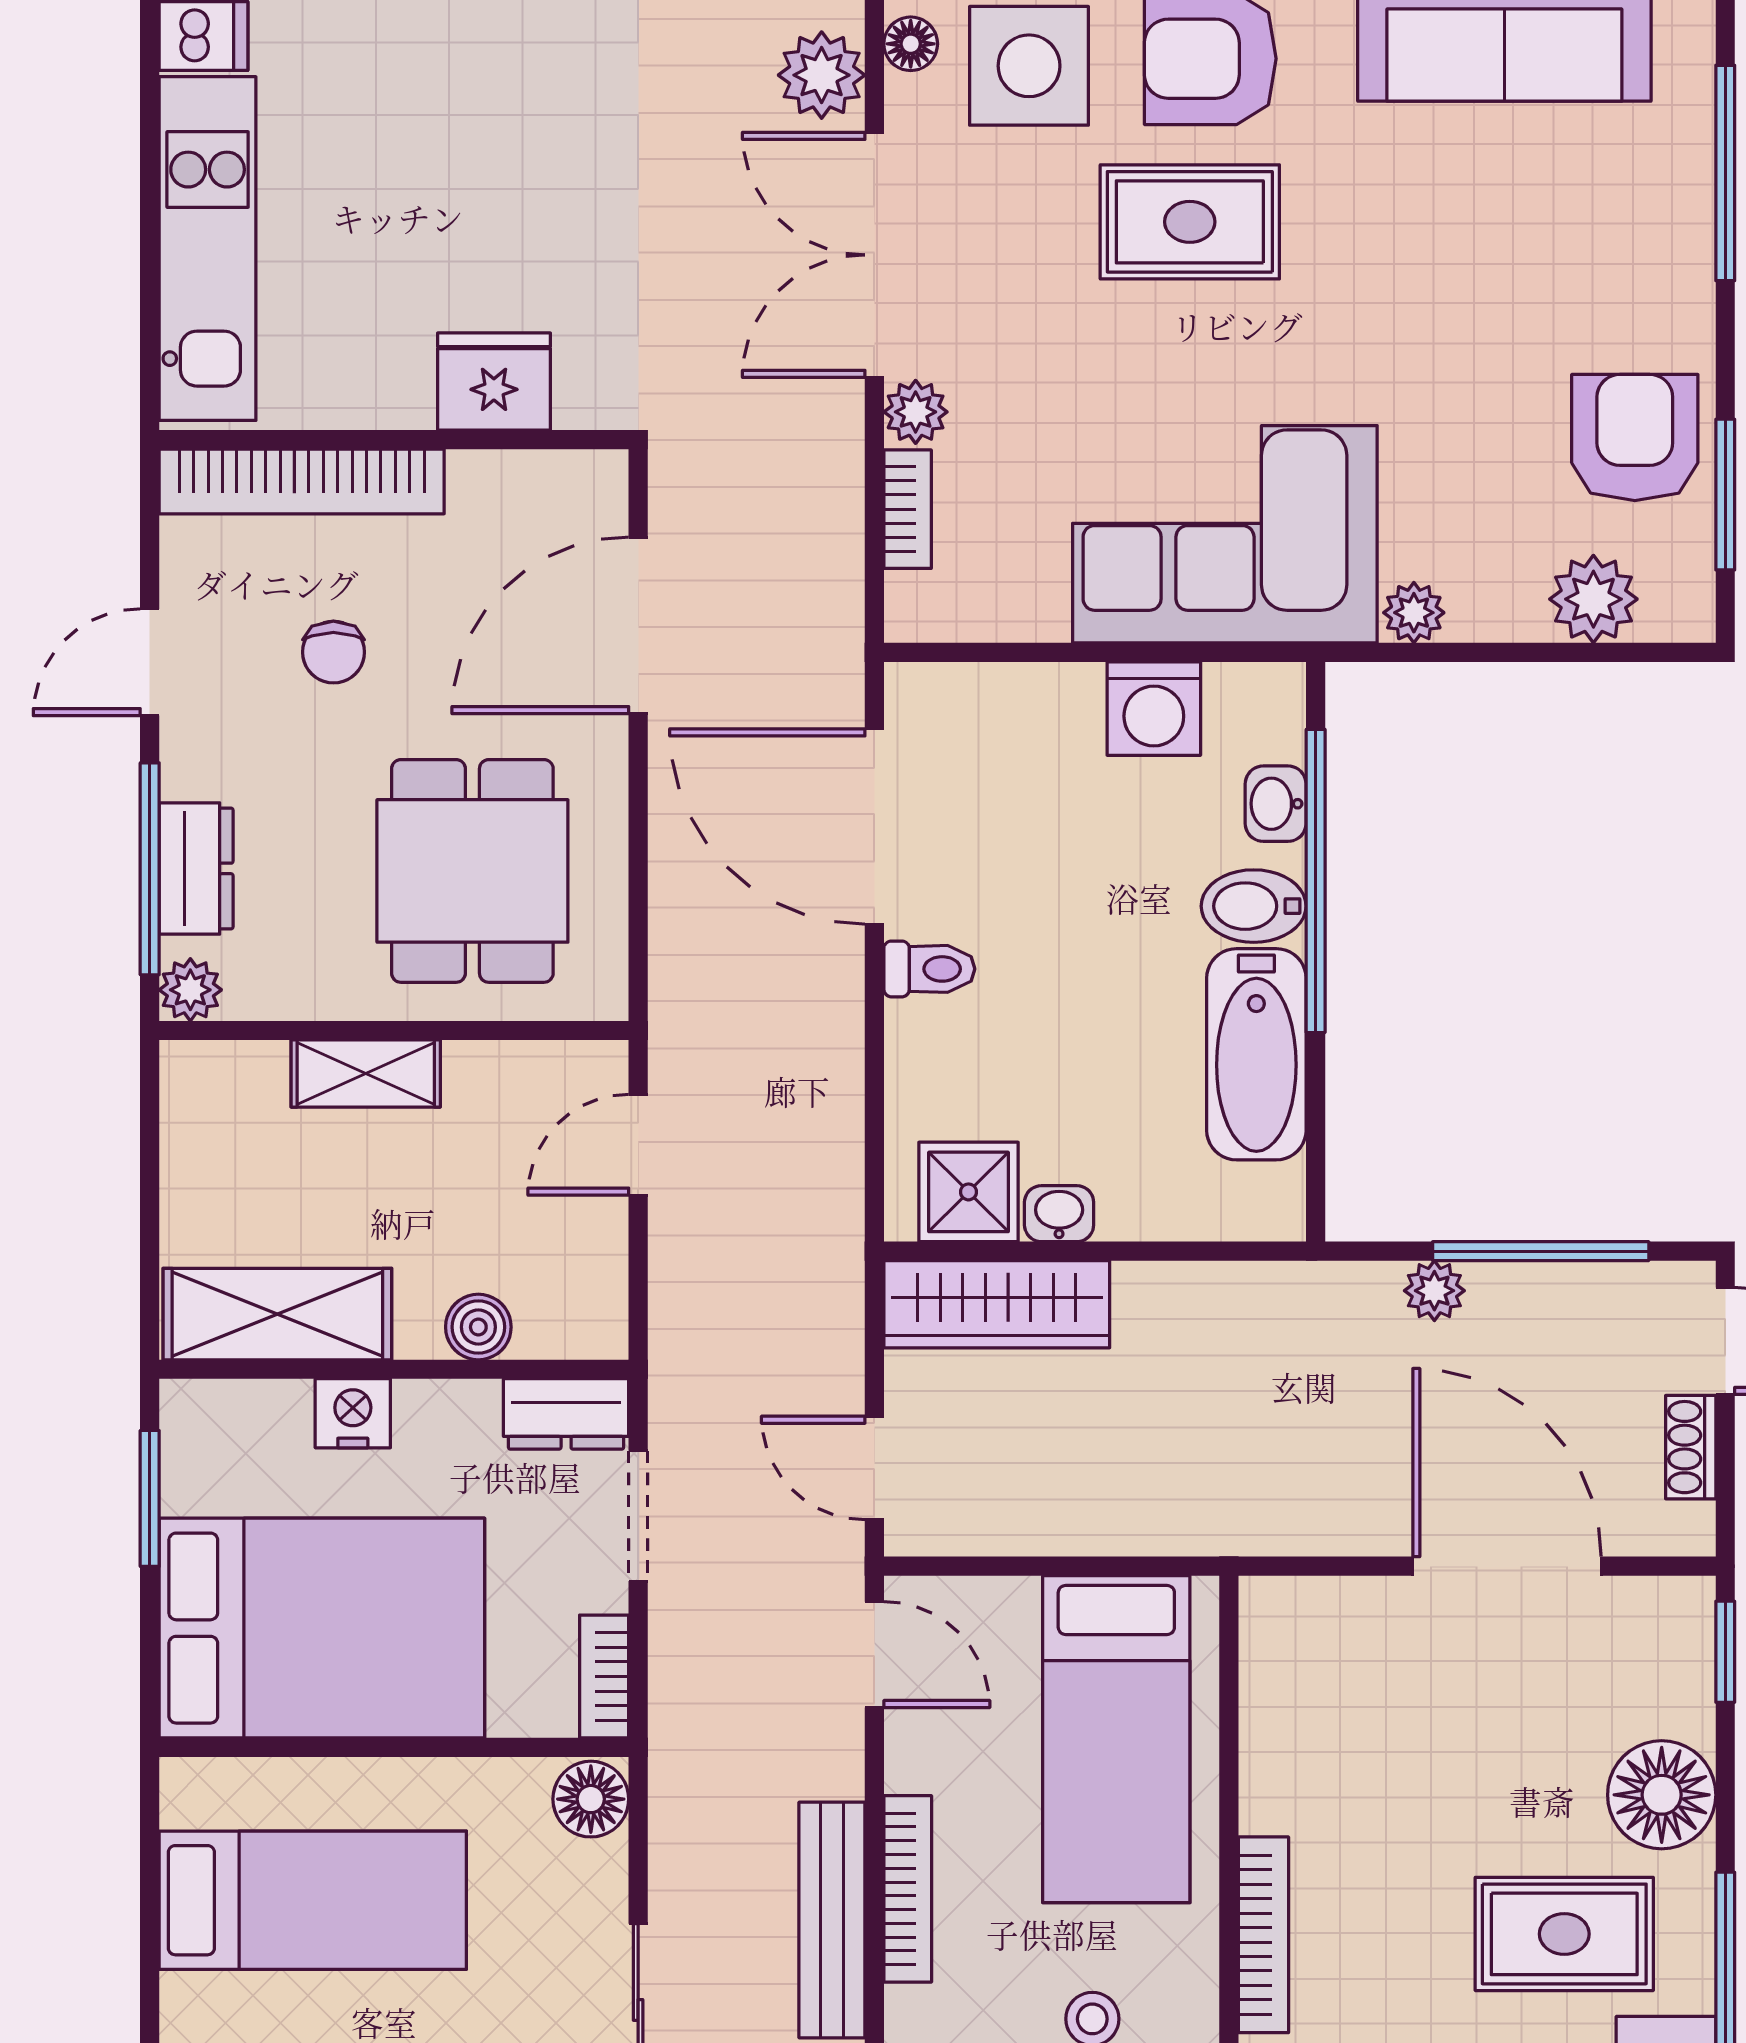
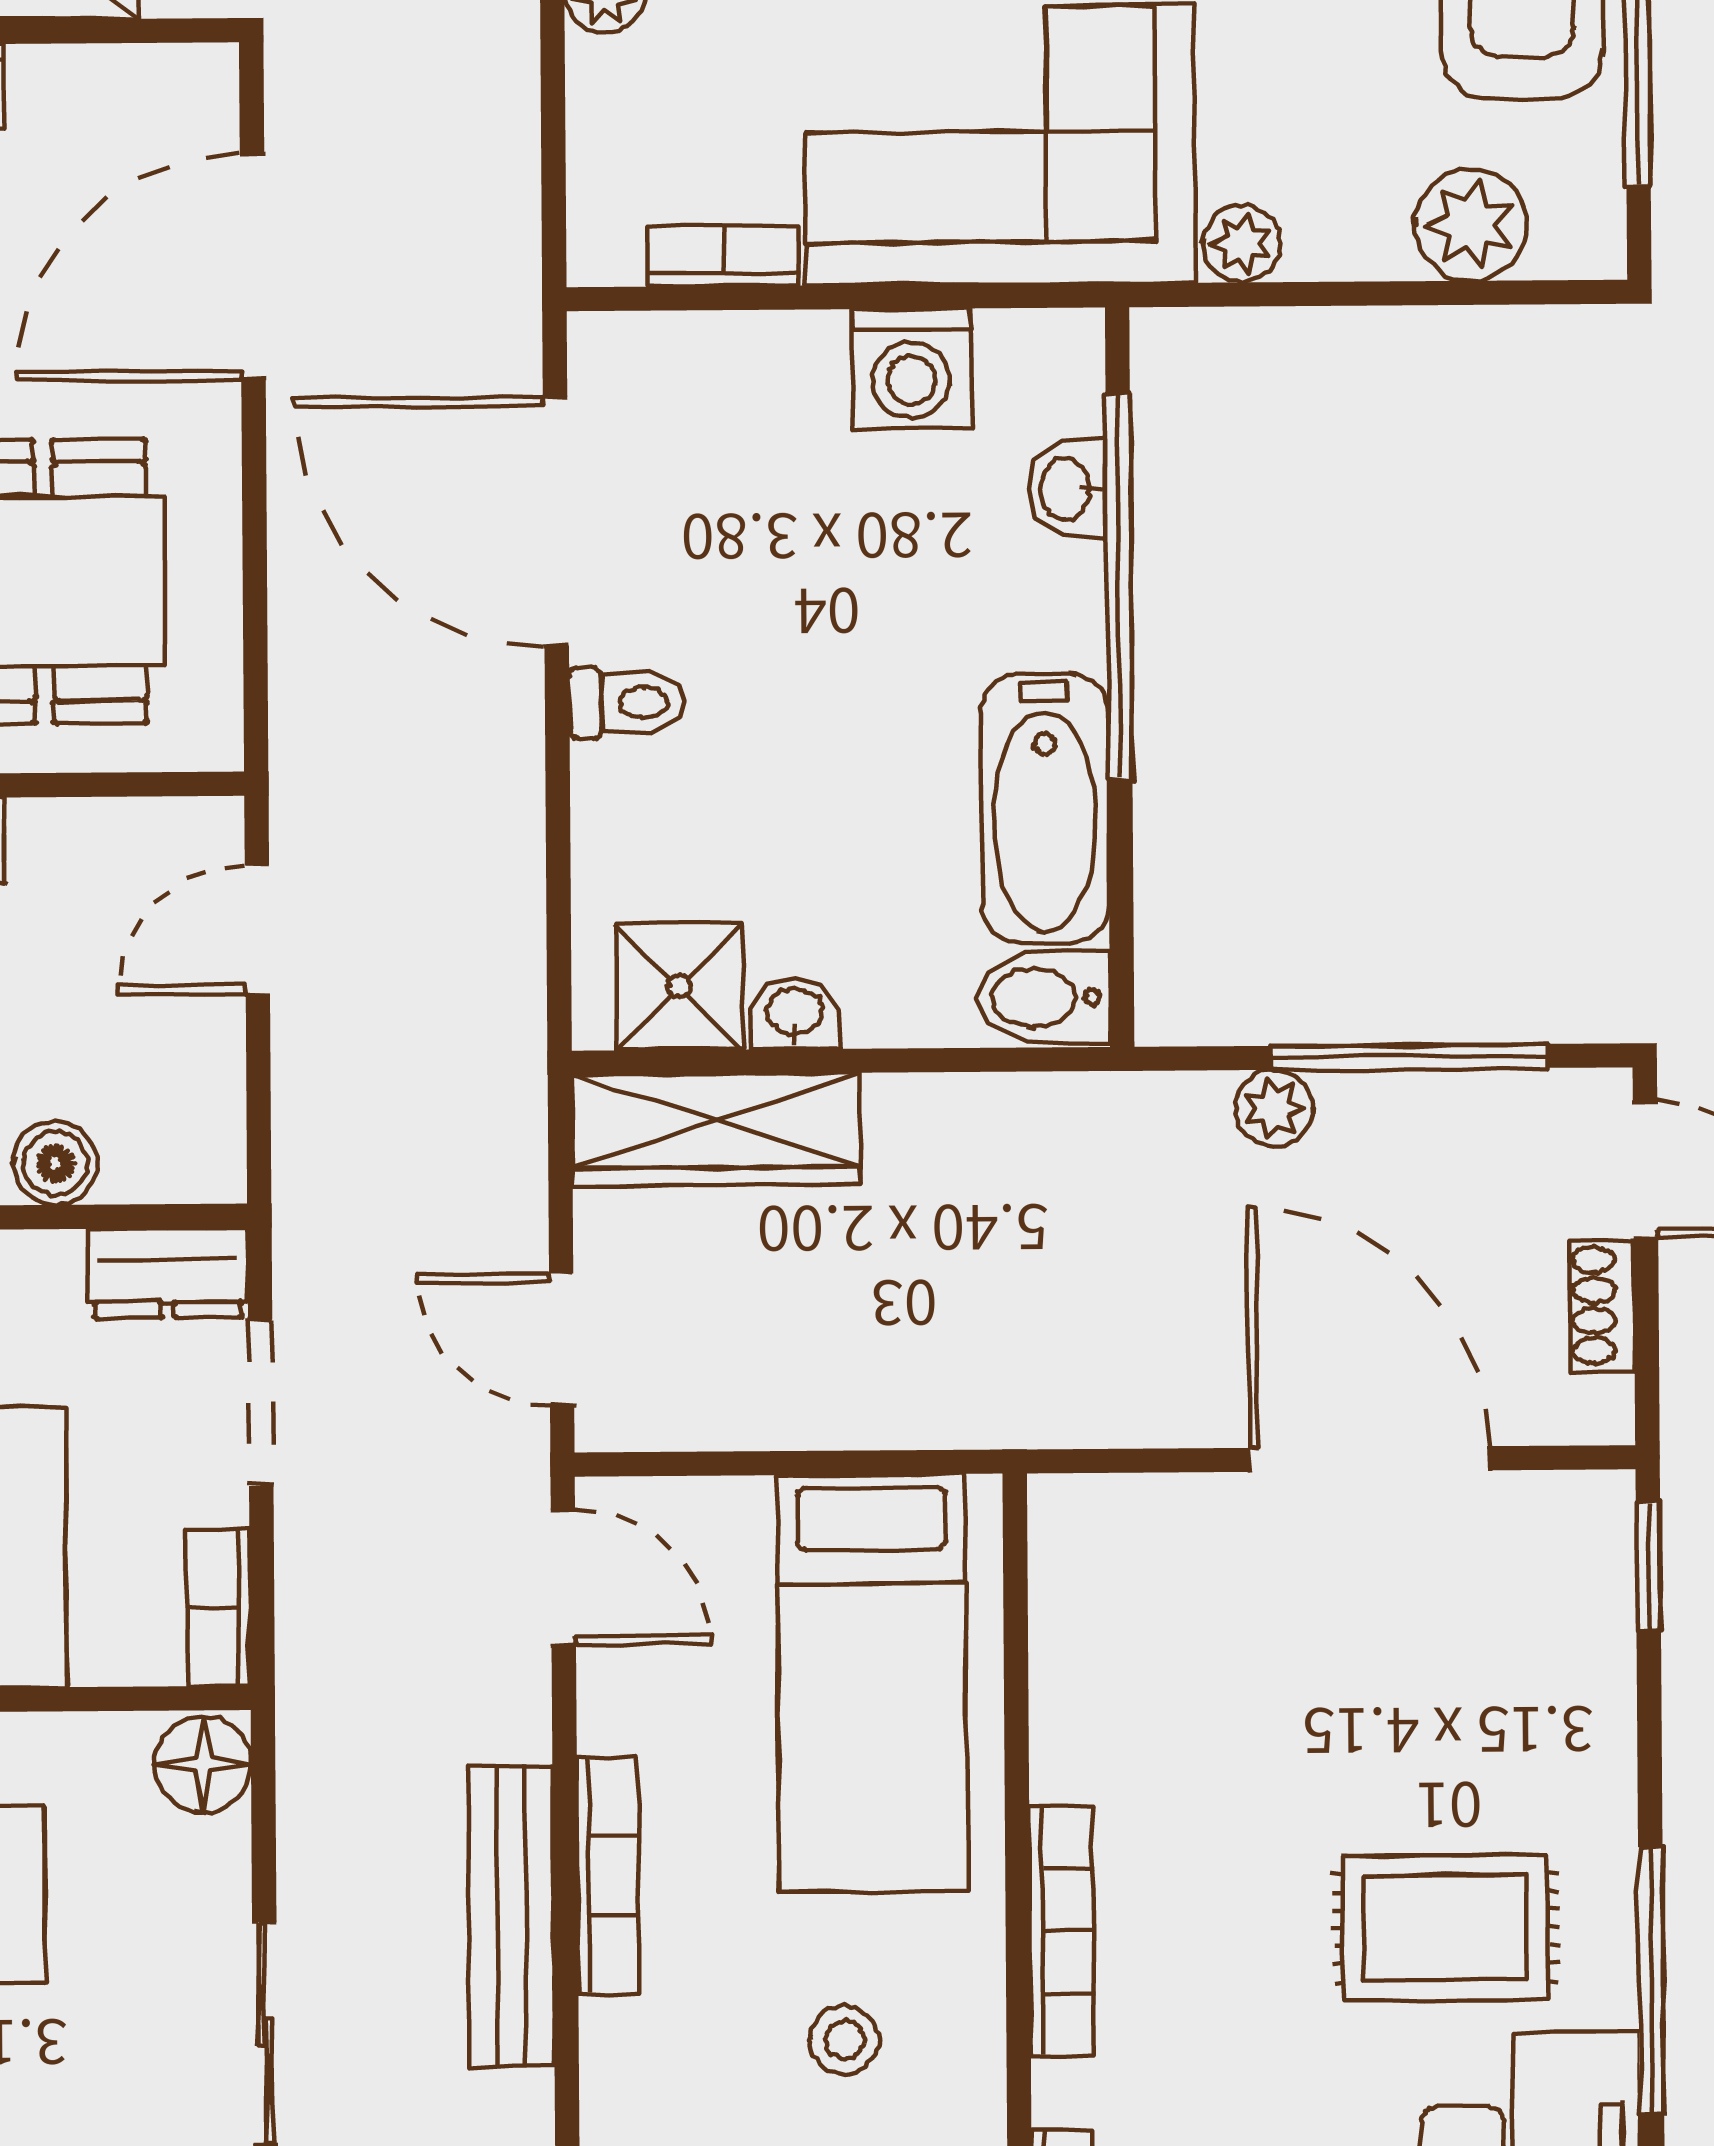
bookcase: (908, 509) -> (723, 256), moved, turned -90
bidet: (1254, 906) -> (1043, 997), moved
floor lamp: (1662, 1795) -> (1568, 1749), removed

